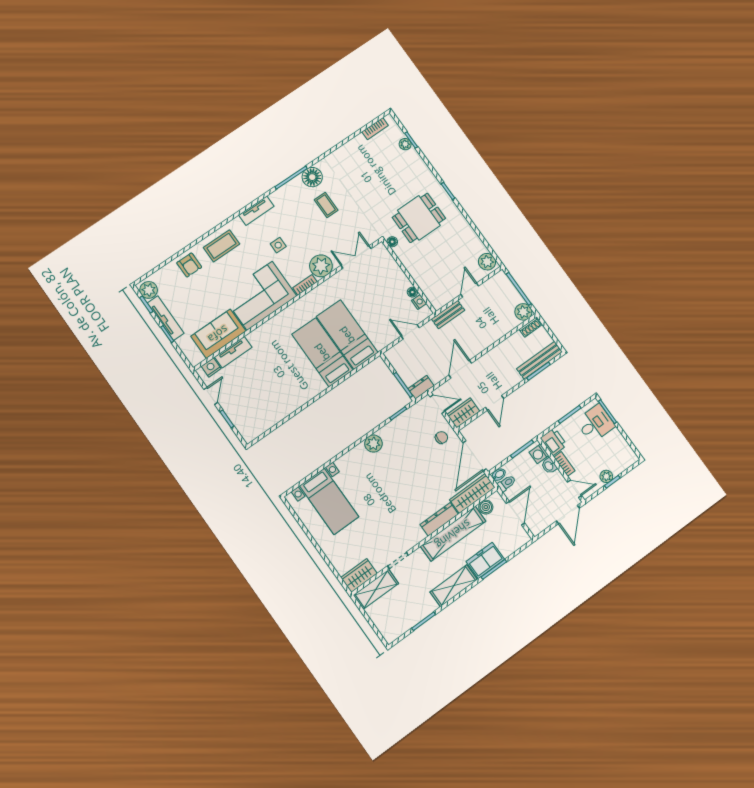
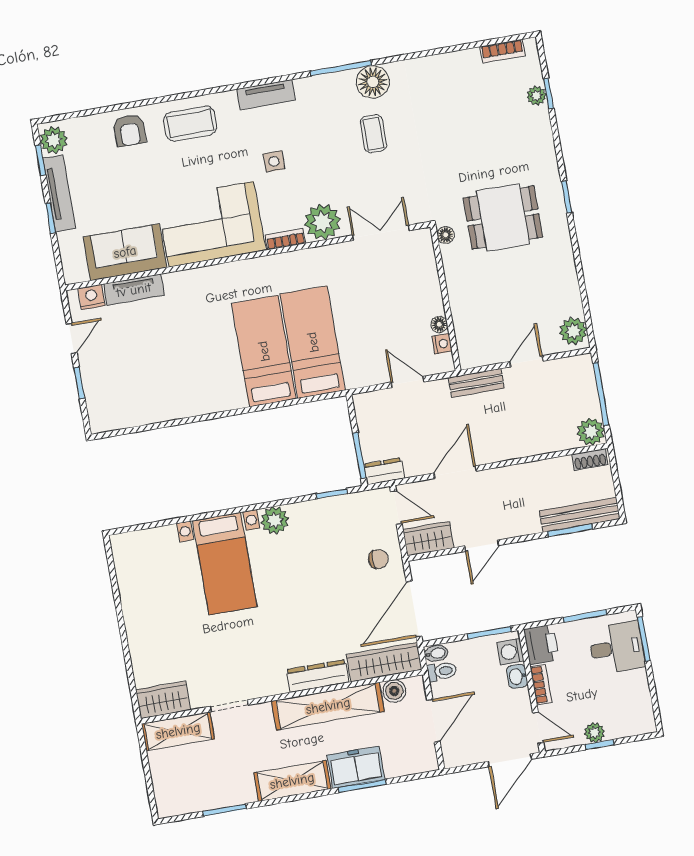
bed with nightstands: (329, 501) -> (225, 564), moved

